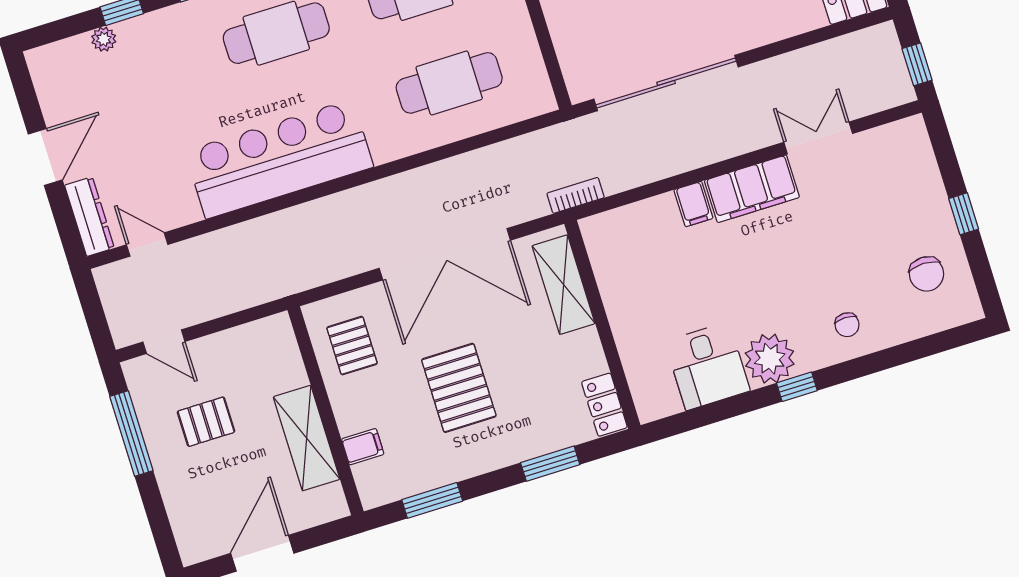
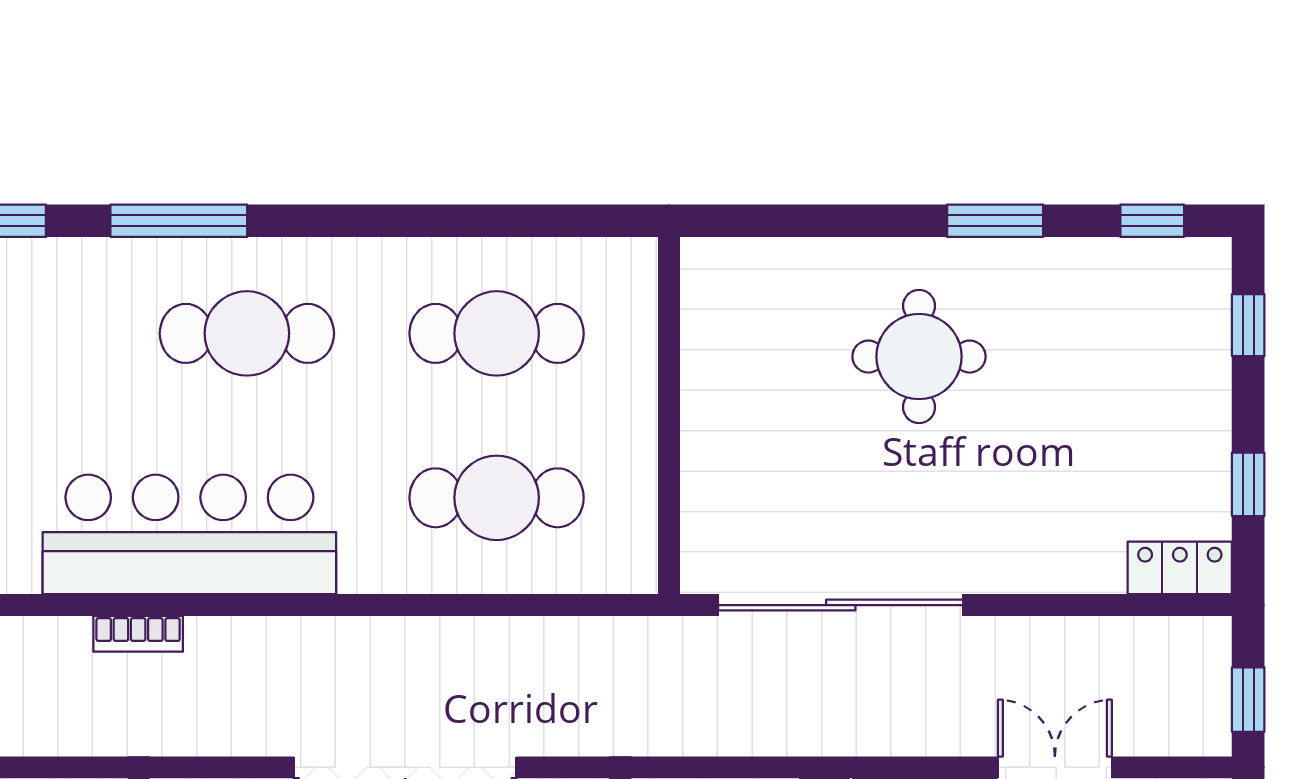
bookcase: (576, 195) -> (138, 634), moved, turned 180

